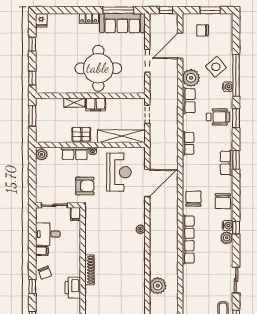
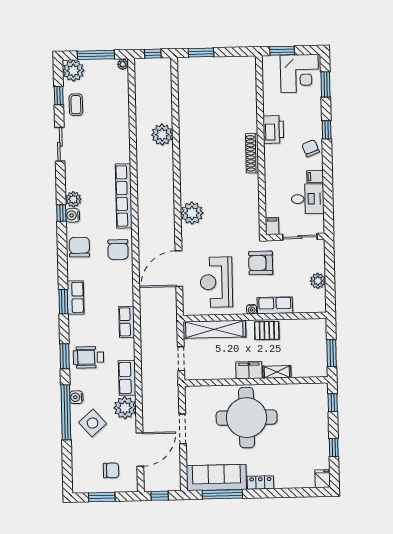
plant: (42, 154) -> (318, 281), moved
plant: (140, 229) -> (192, 213), width x1.88, depth x1.88

